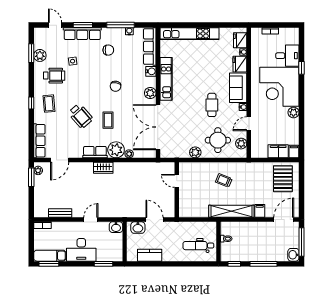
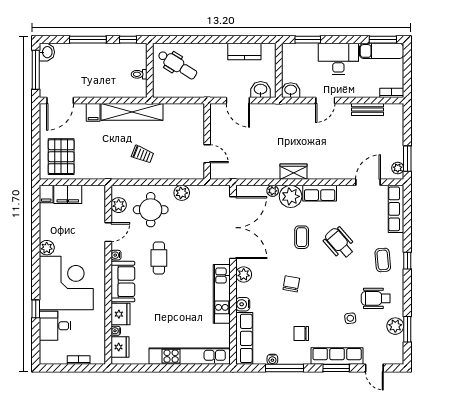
wardrobe: (103, 168) -> (293, 172), moved
dental chair: (198, 246) -> (177, 65), turned 32

